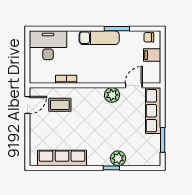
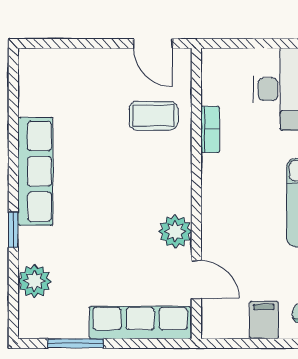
coffee table: (60, 105) -> (153, 116), turned 90
row of seats: (62, 158) -> (35, 171), moved
plant: (118, 158) -> (35, 281), moved

